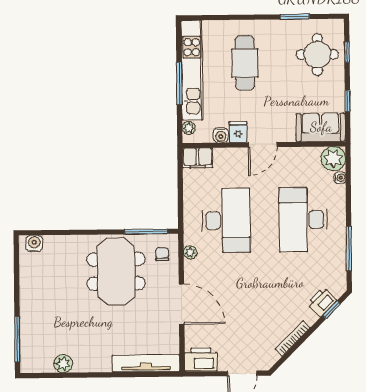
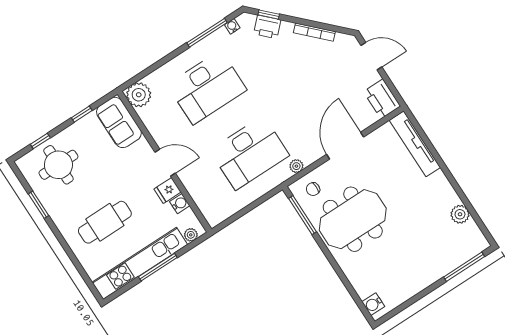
filing cabinet: (198, 158) -> (212, 211), removed
water cooler: (340, 178) -> (232, 26), moved
desk: (226, 220) -> (250, 153), turned 180

